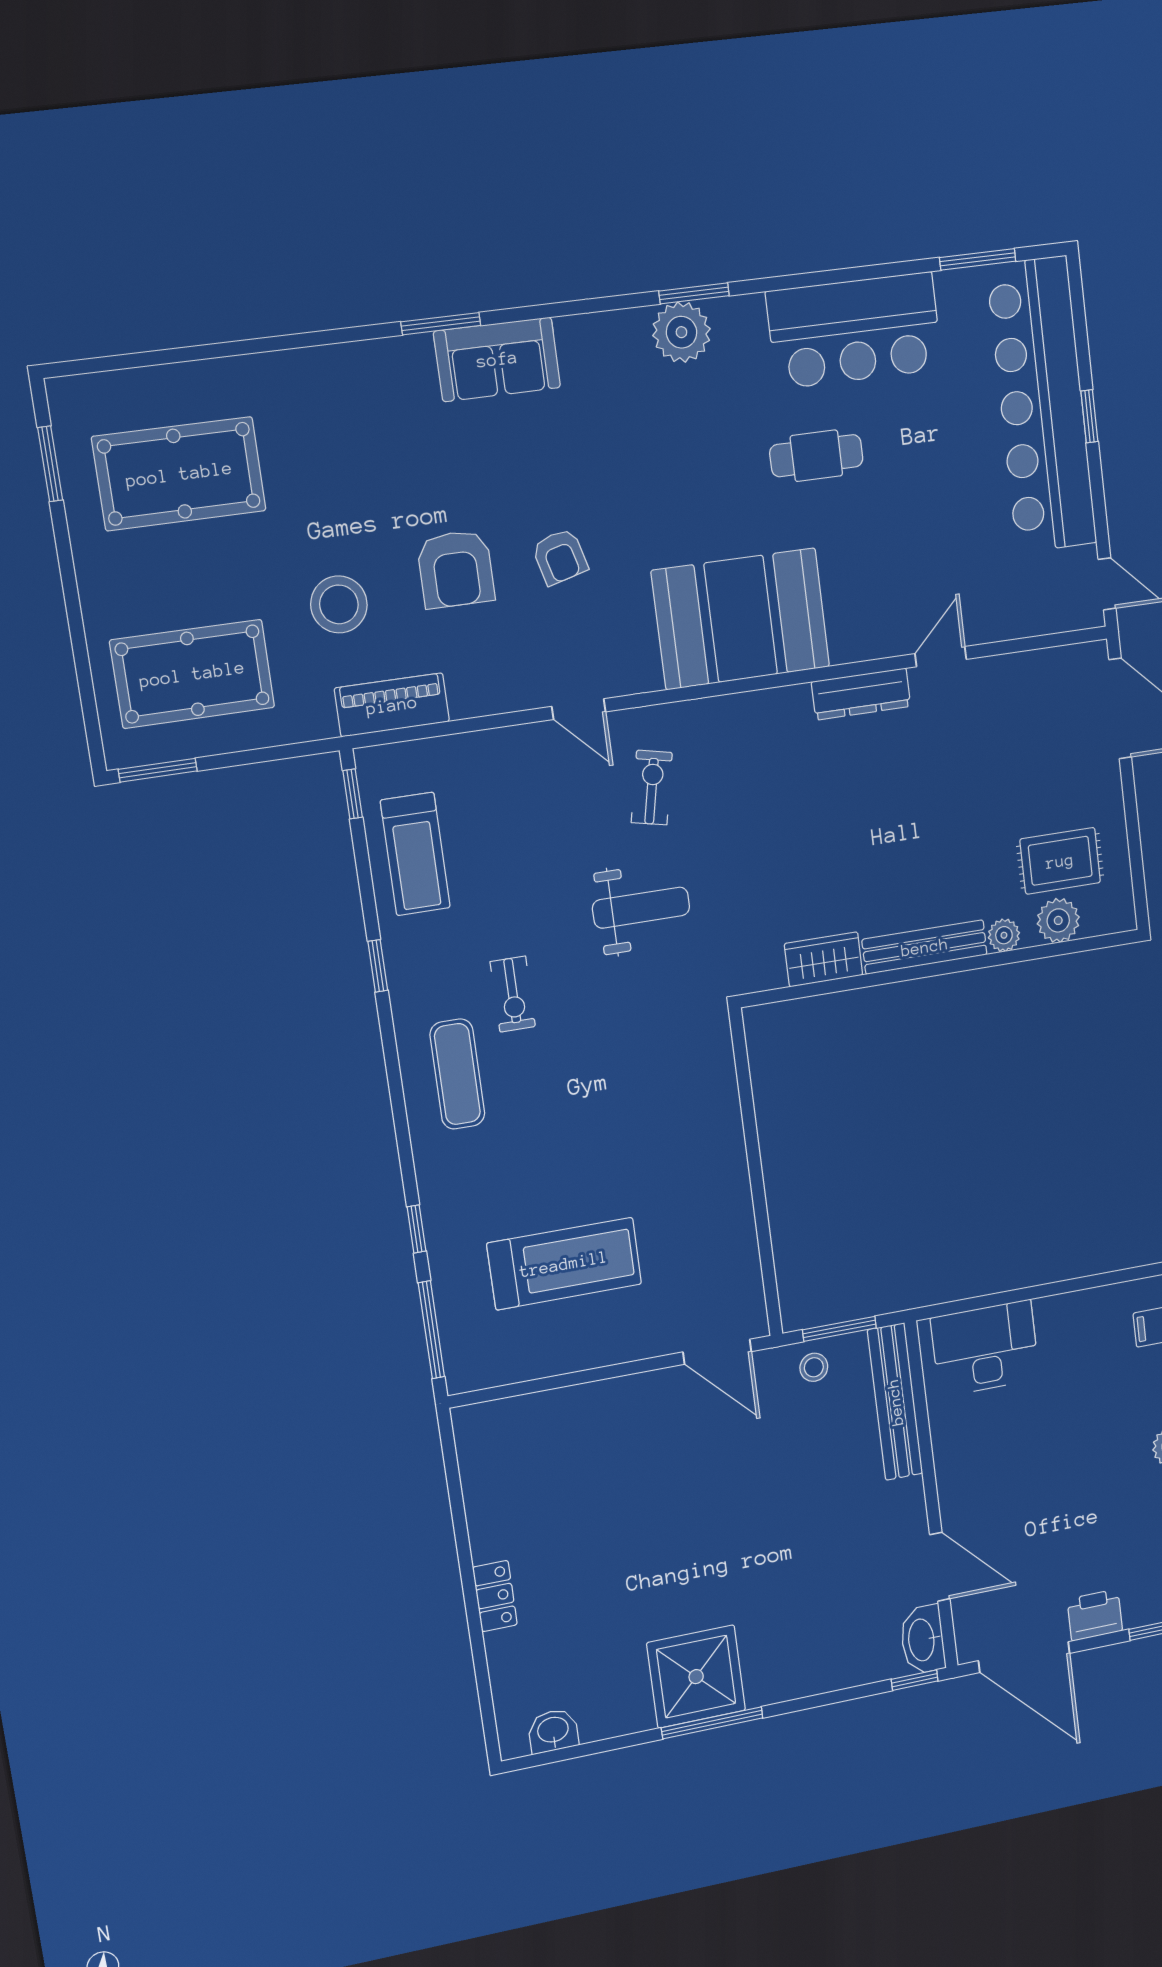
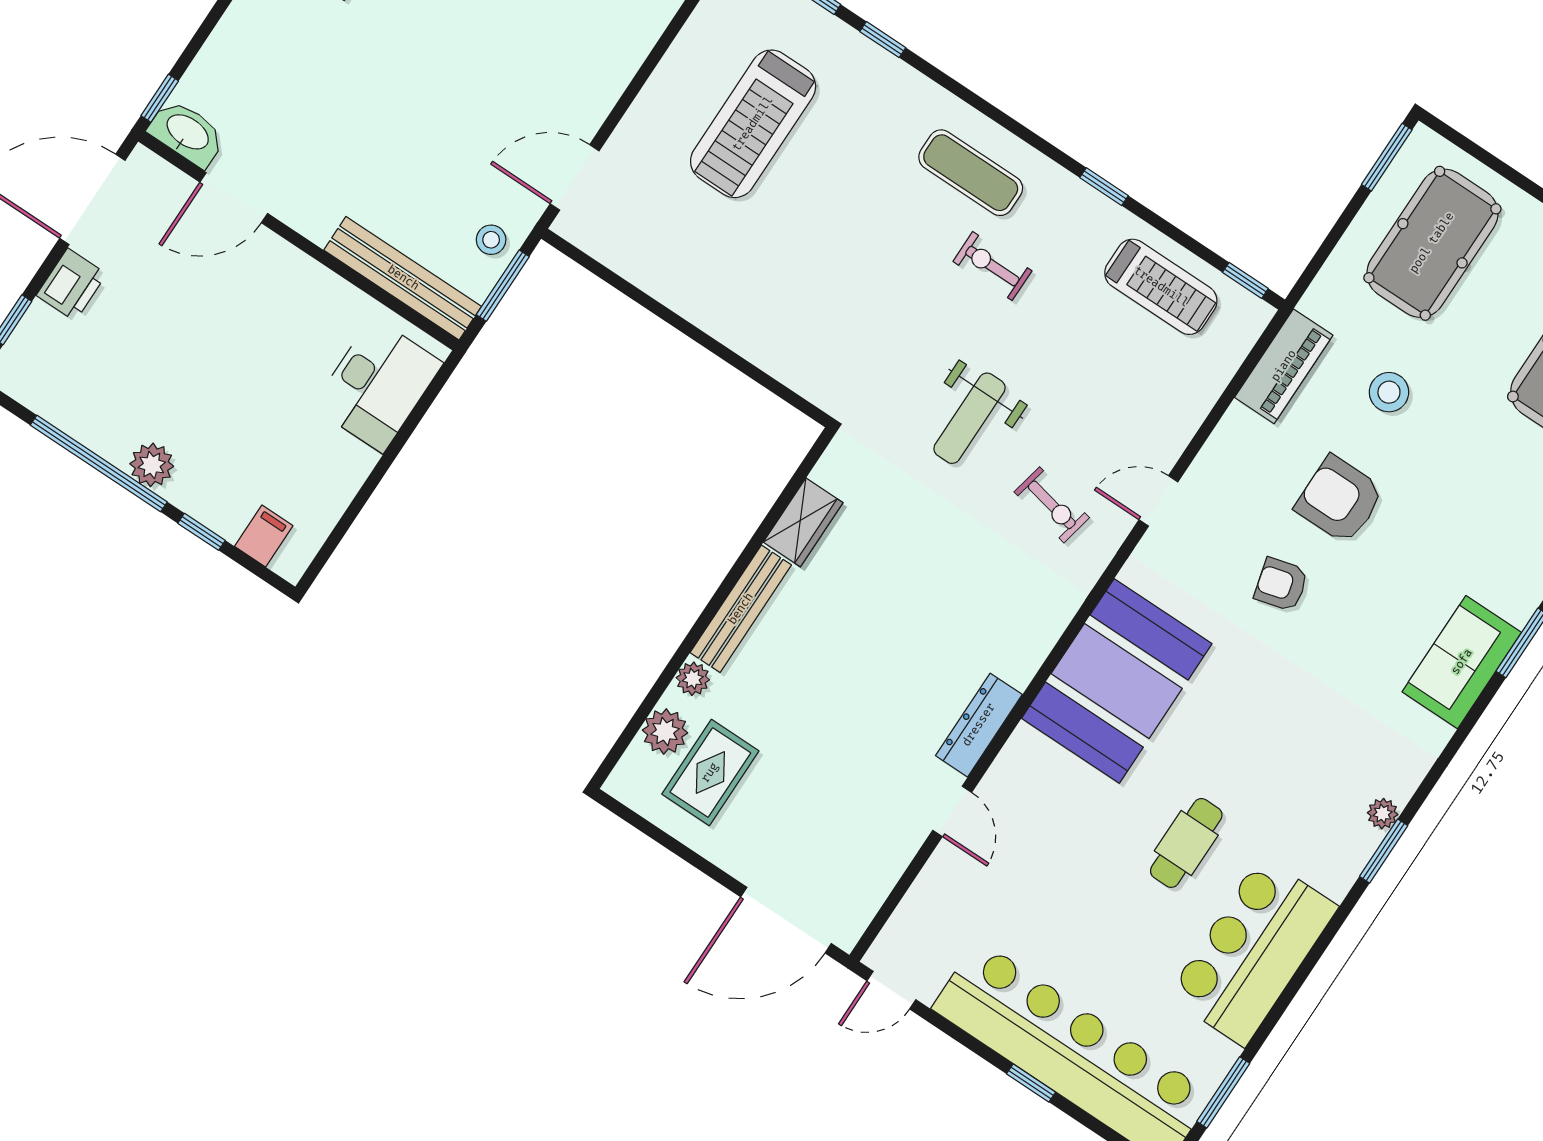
plant: (681, 332) -> (1383, 814), width x0.53, depth x0.53
stool: (339, 604) -> (1389, 392), width x0.73, depth x0.73
treadmill: (415, 854) -> (1161, 287), turned 180

